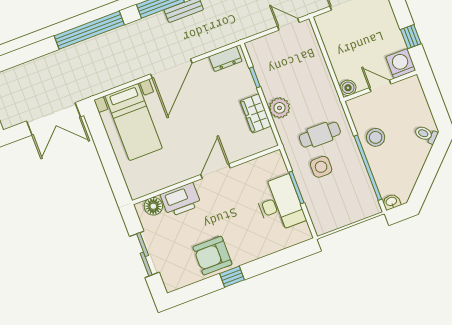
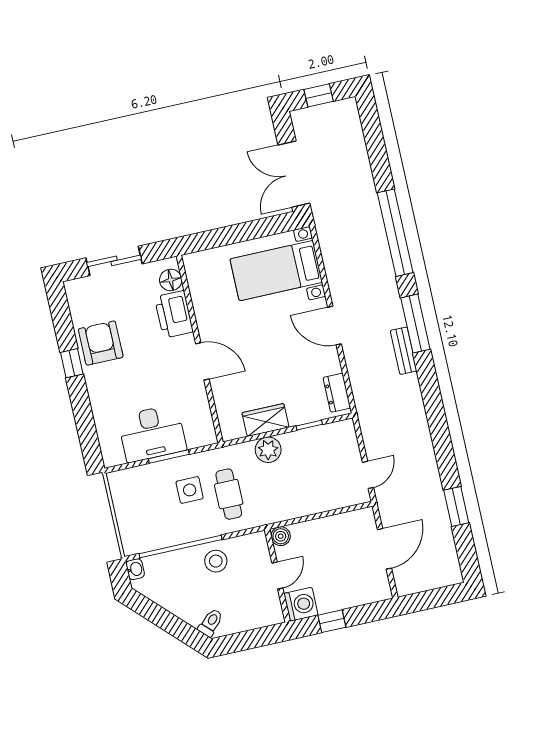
door: (171, 68) -> (335, 326), width x0.73

